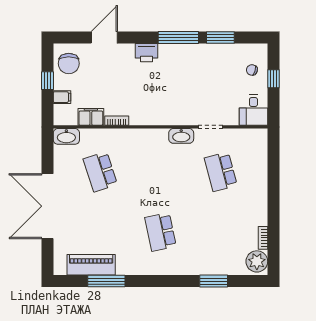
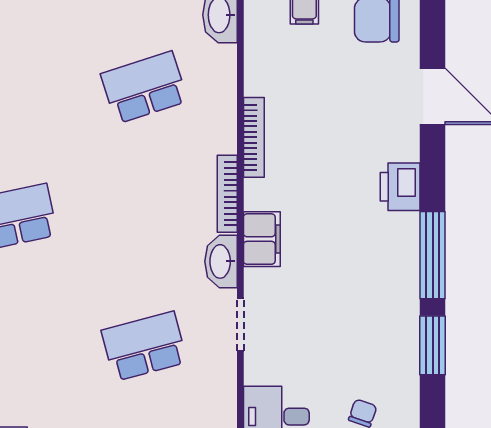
filing cabinet: (91, 117) -> (262, 239), moved
bookcase: (117, 121) -> (254, 137), width x1.56
bookcase: (150, 133) -> (227, 194), added

